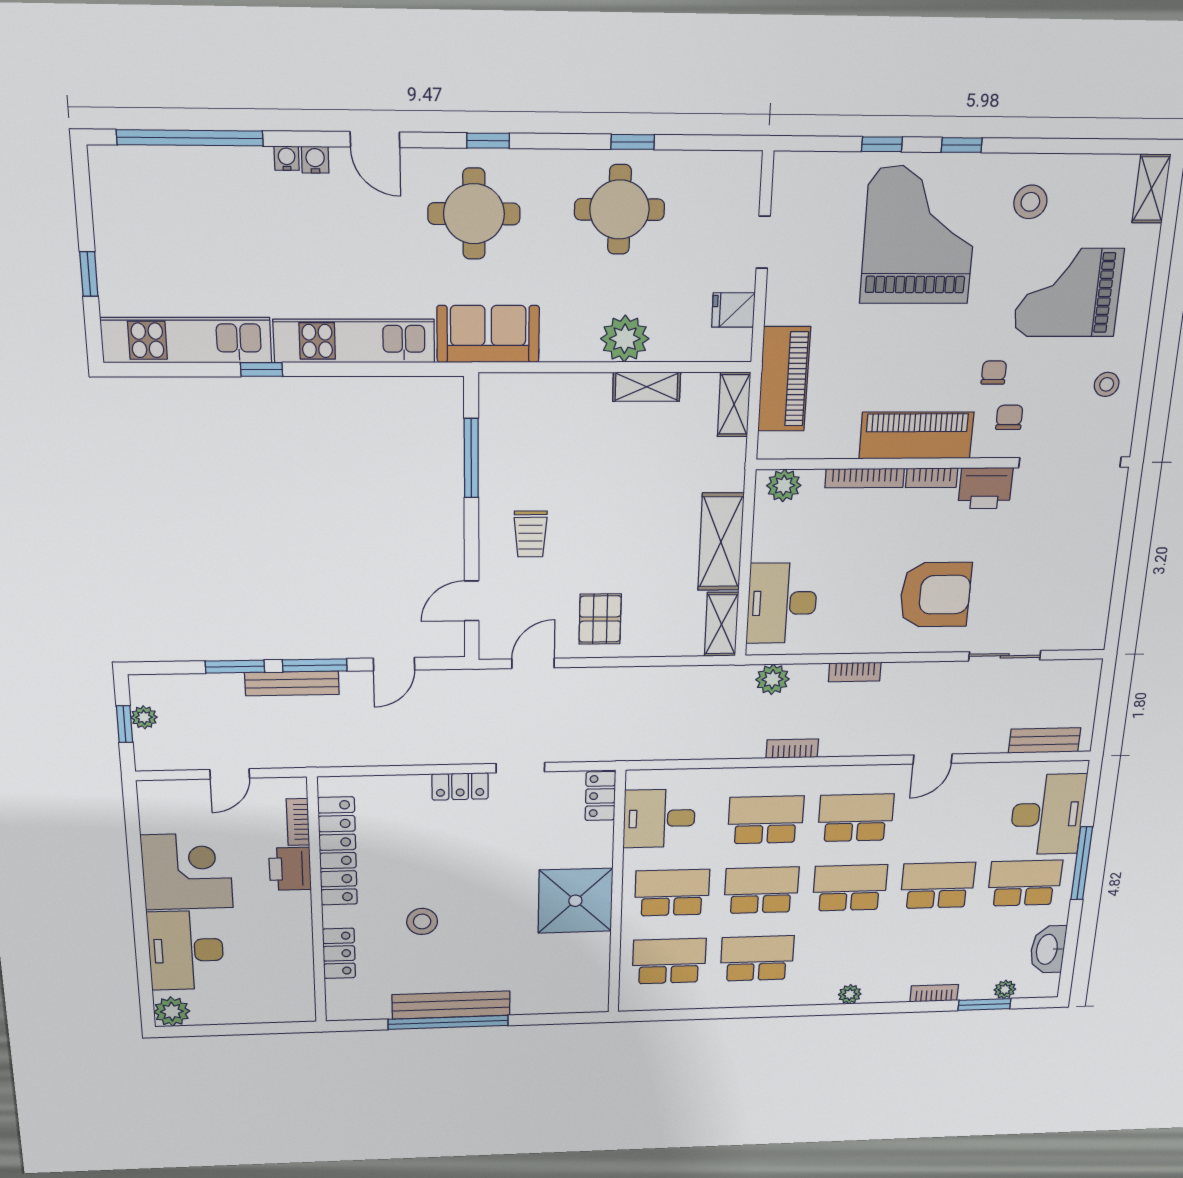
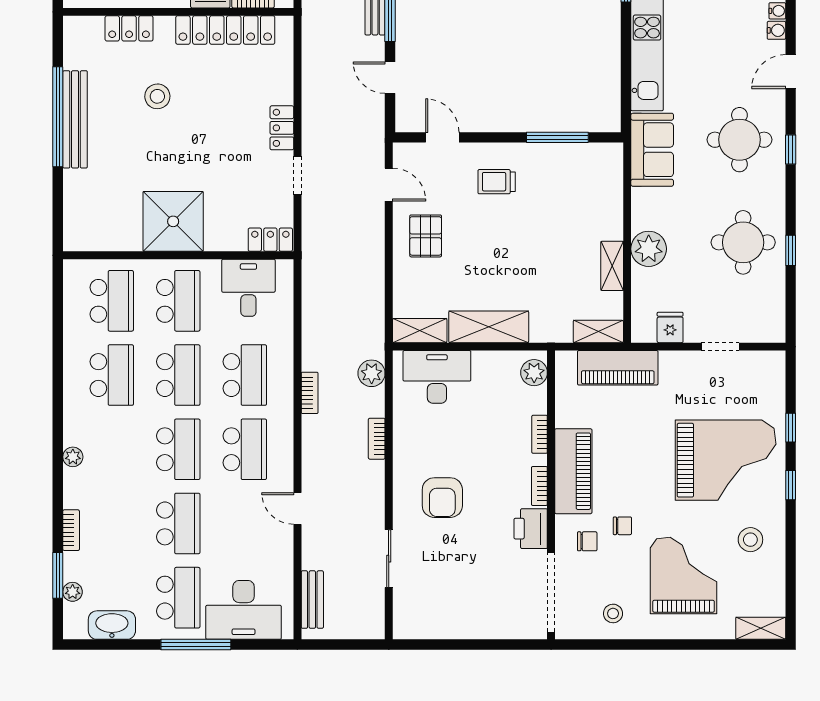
bookcase: (865, 478) -> (540, 434), width x0.64
armchair: (935, 595) -> (442, 498), width x0.73, depth x0.73
pallet: (600, 619) -> (426, 236), turned 90

